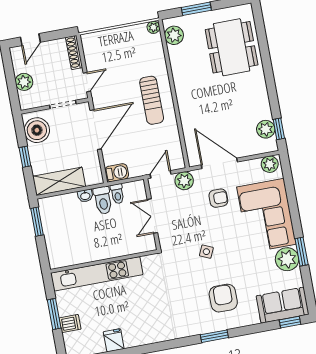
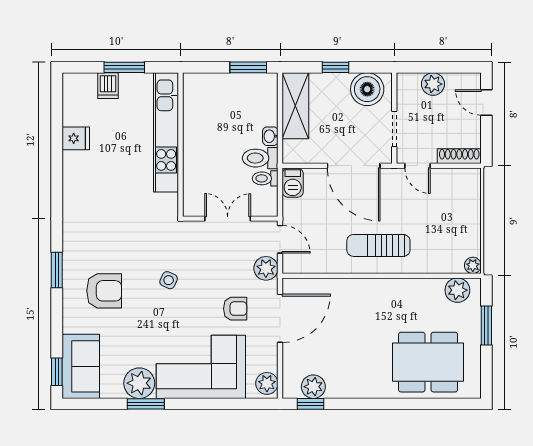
armchair: (218, 198) -> (235, 309), turned -90

